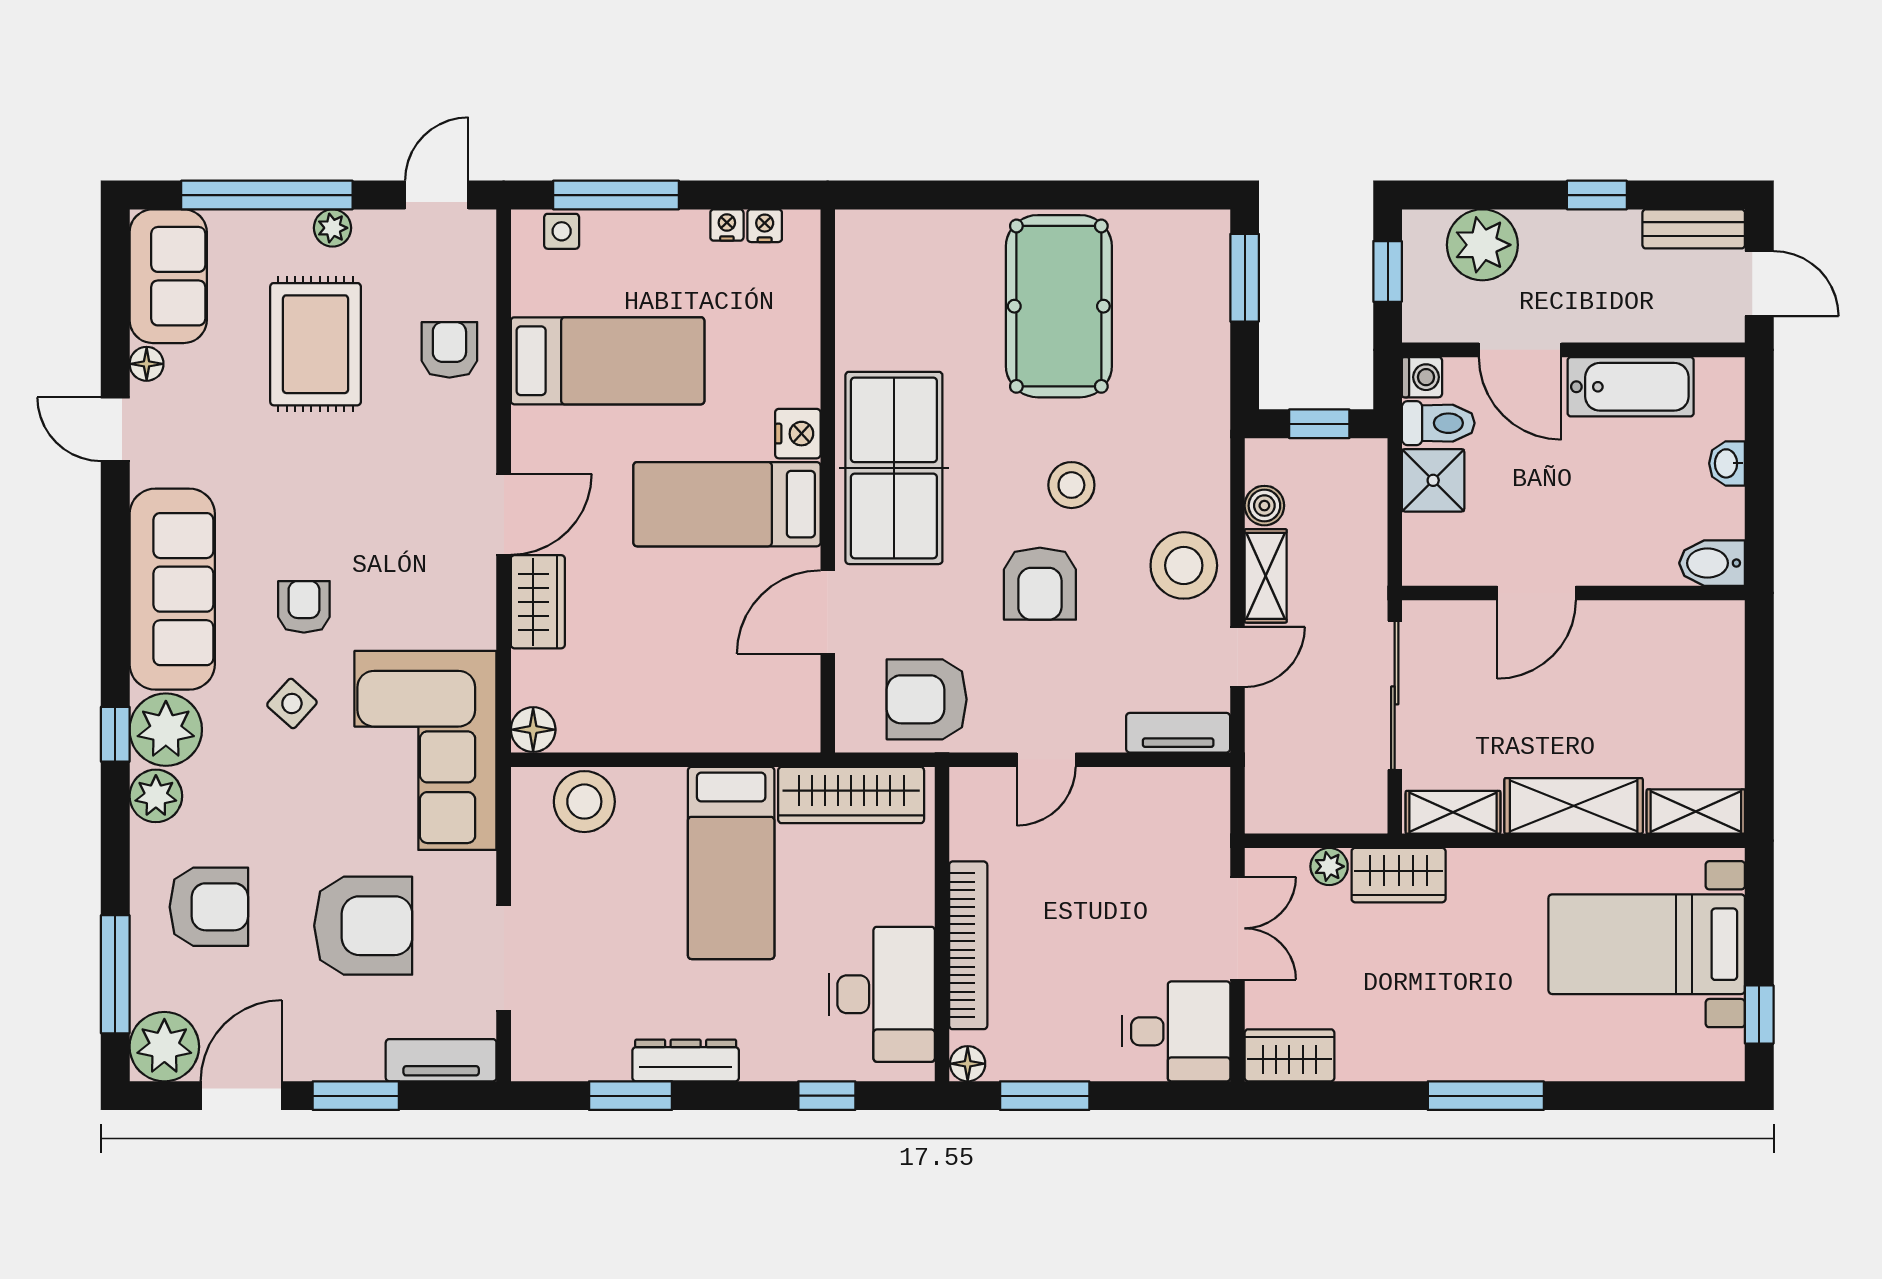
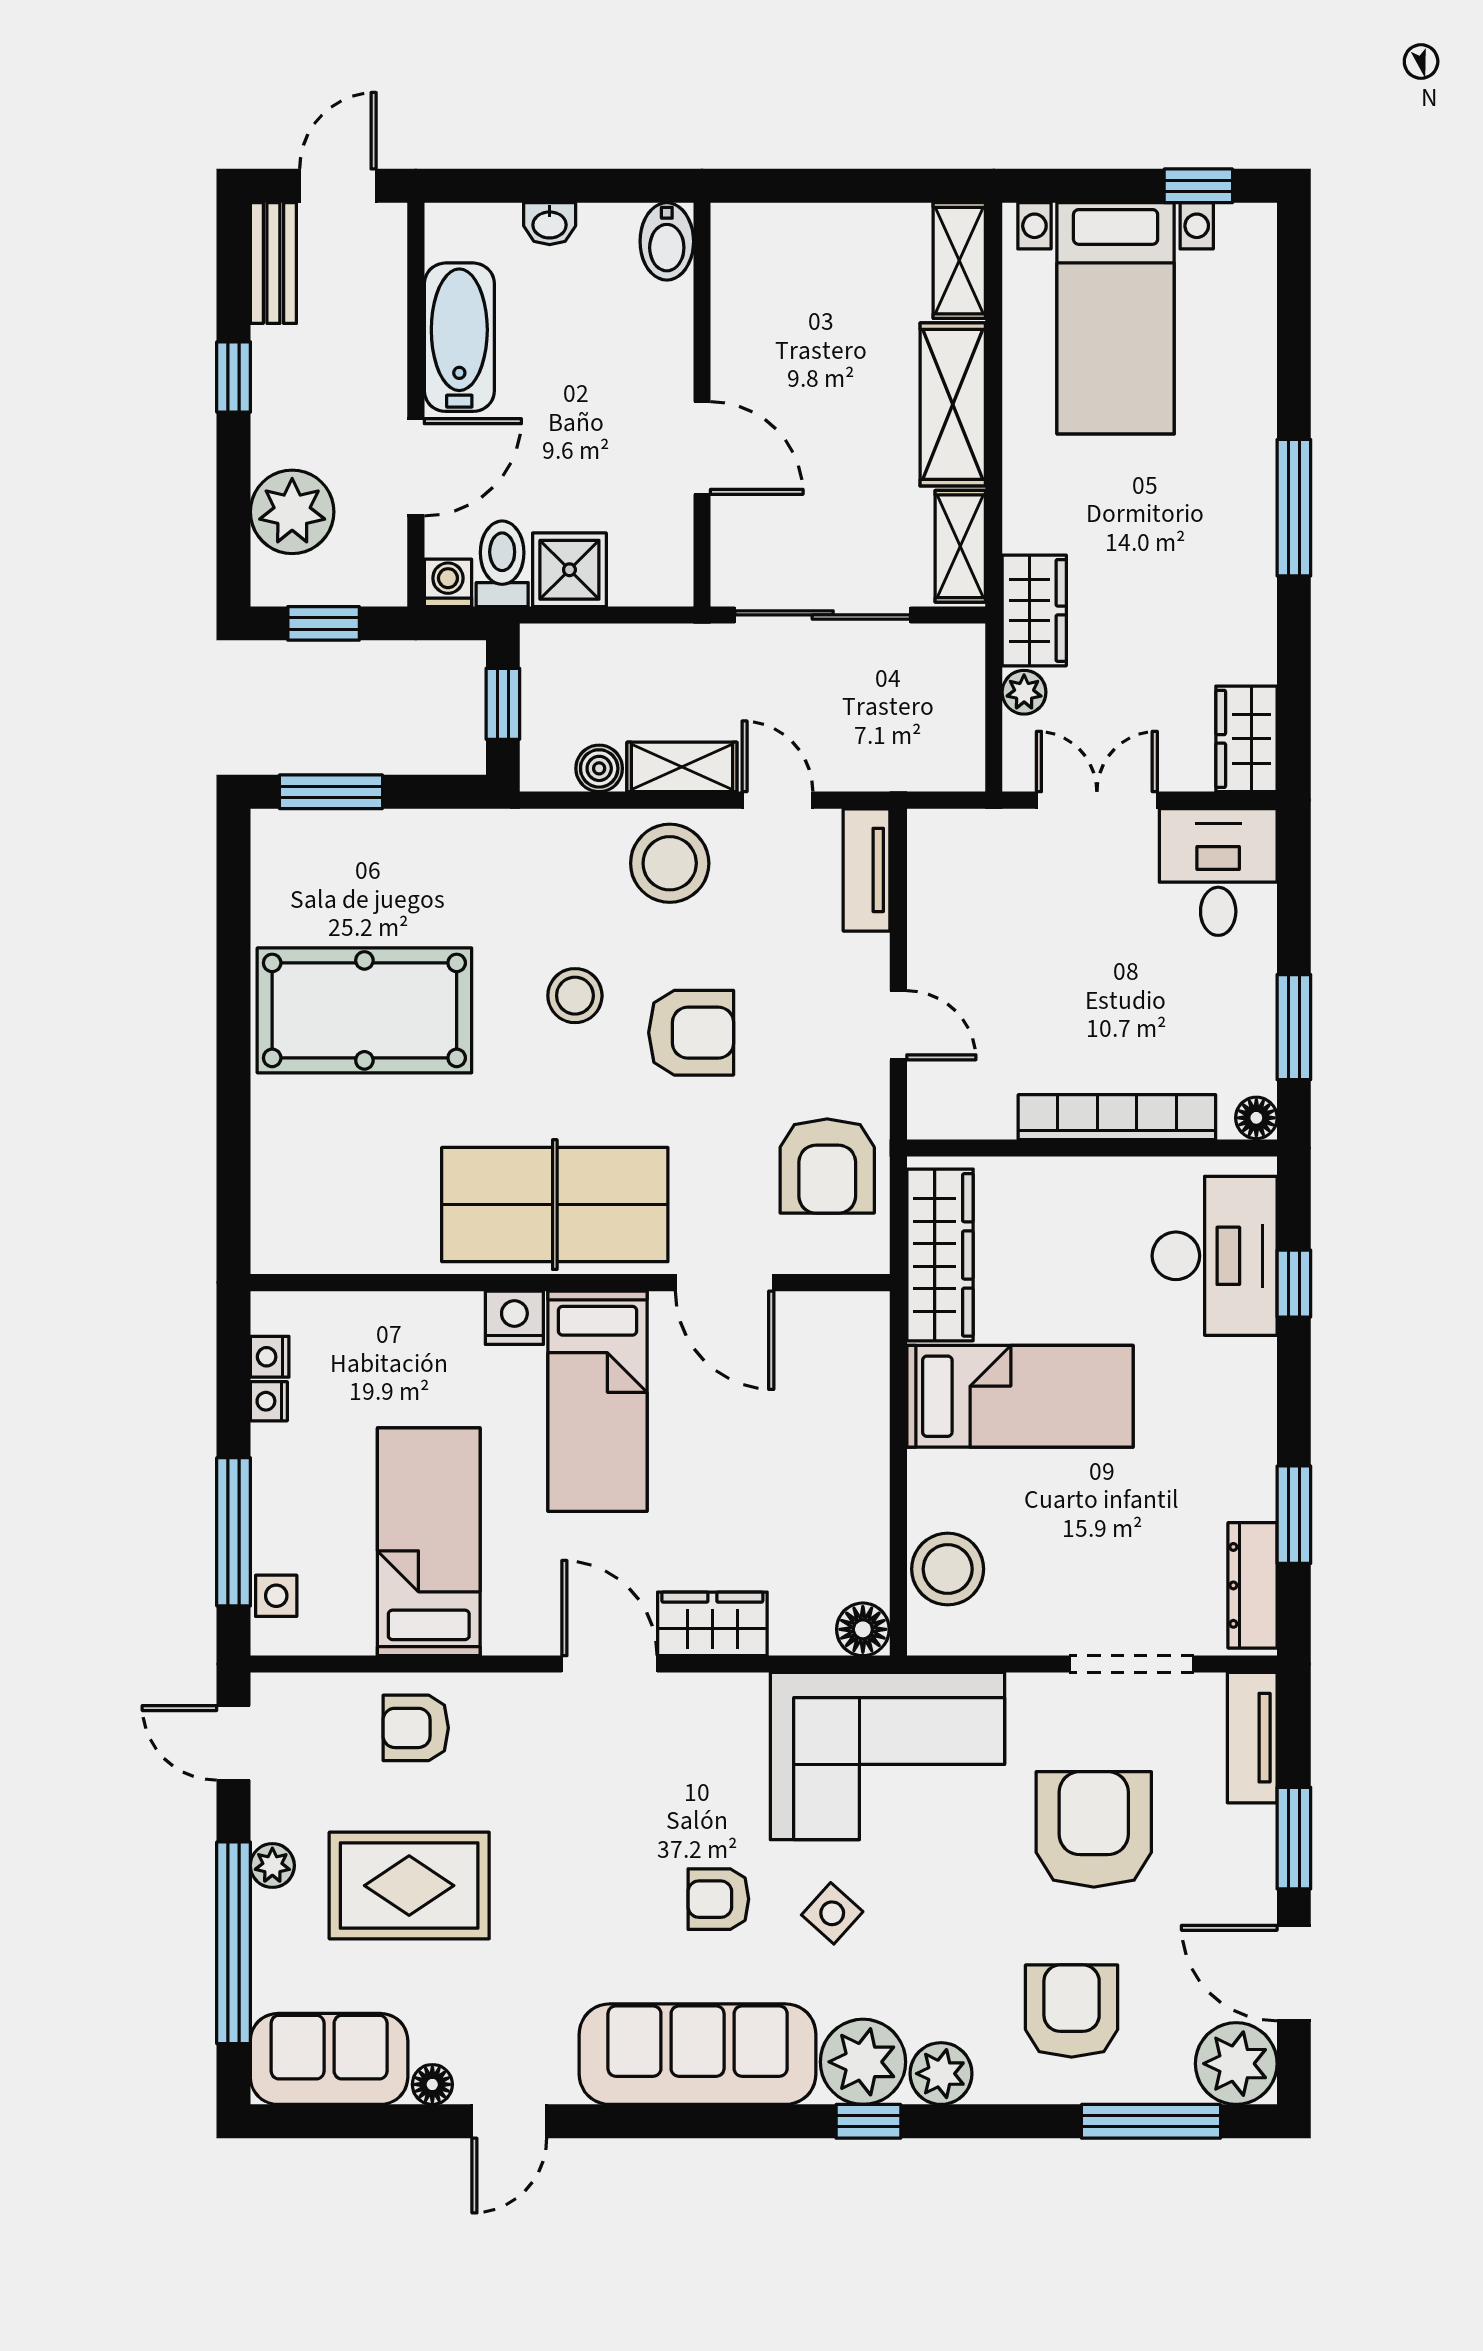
desk: (882, 994) -> (1215, 1256), moved, turned 90
dresser: (686, 1061) -> (1253, 1585), moved

